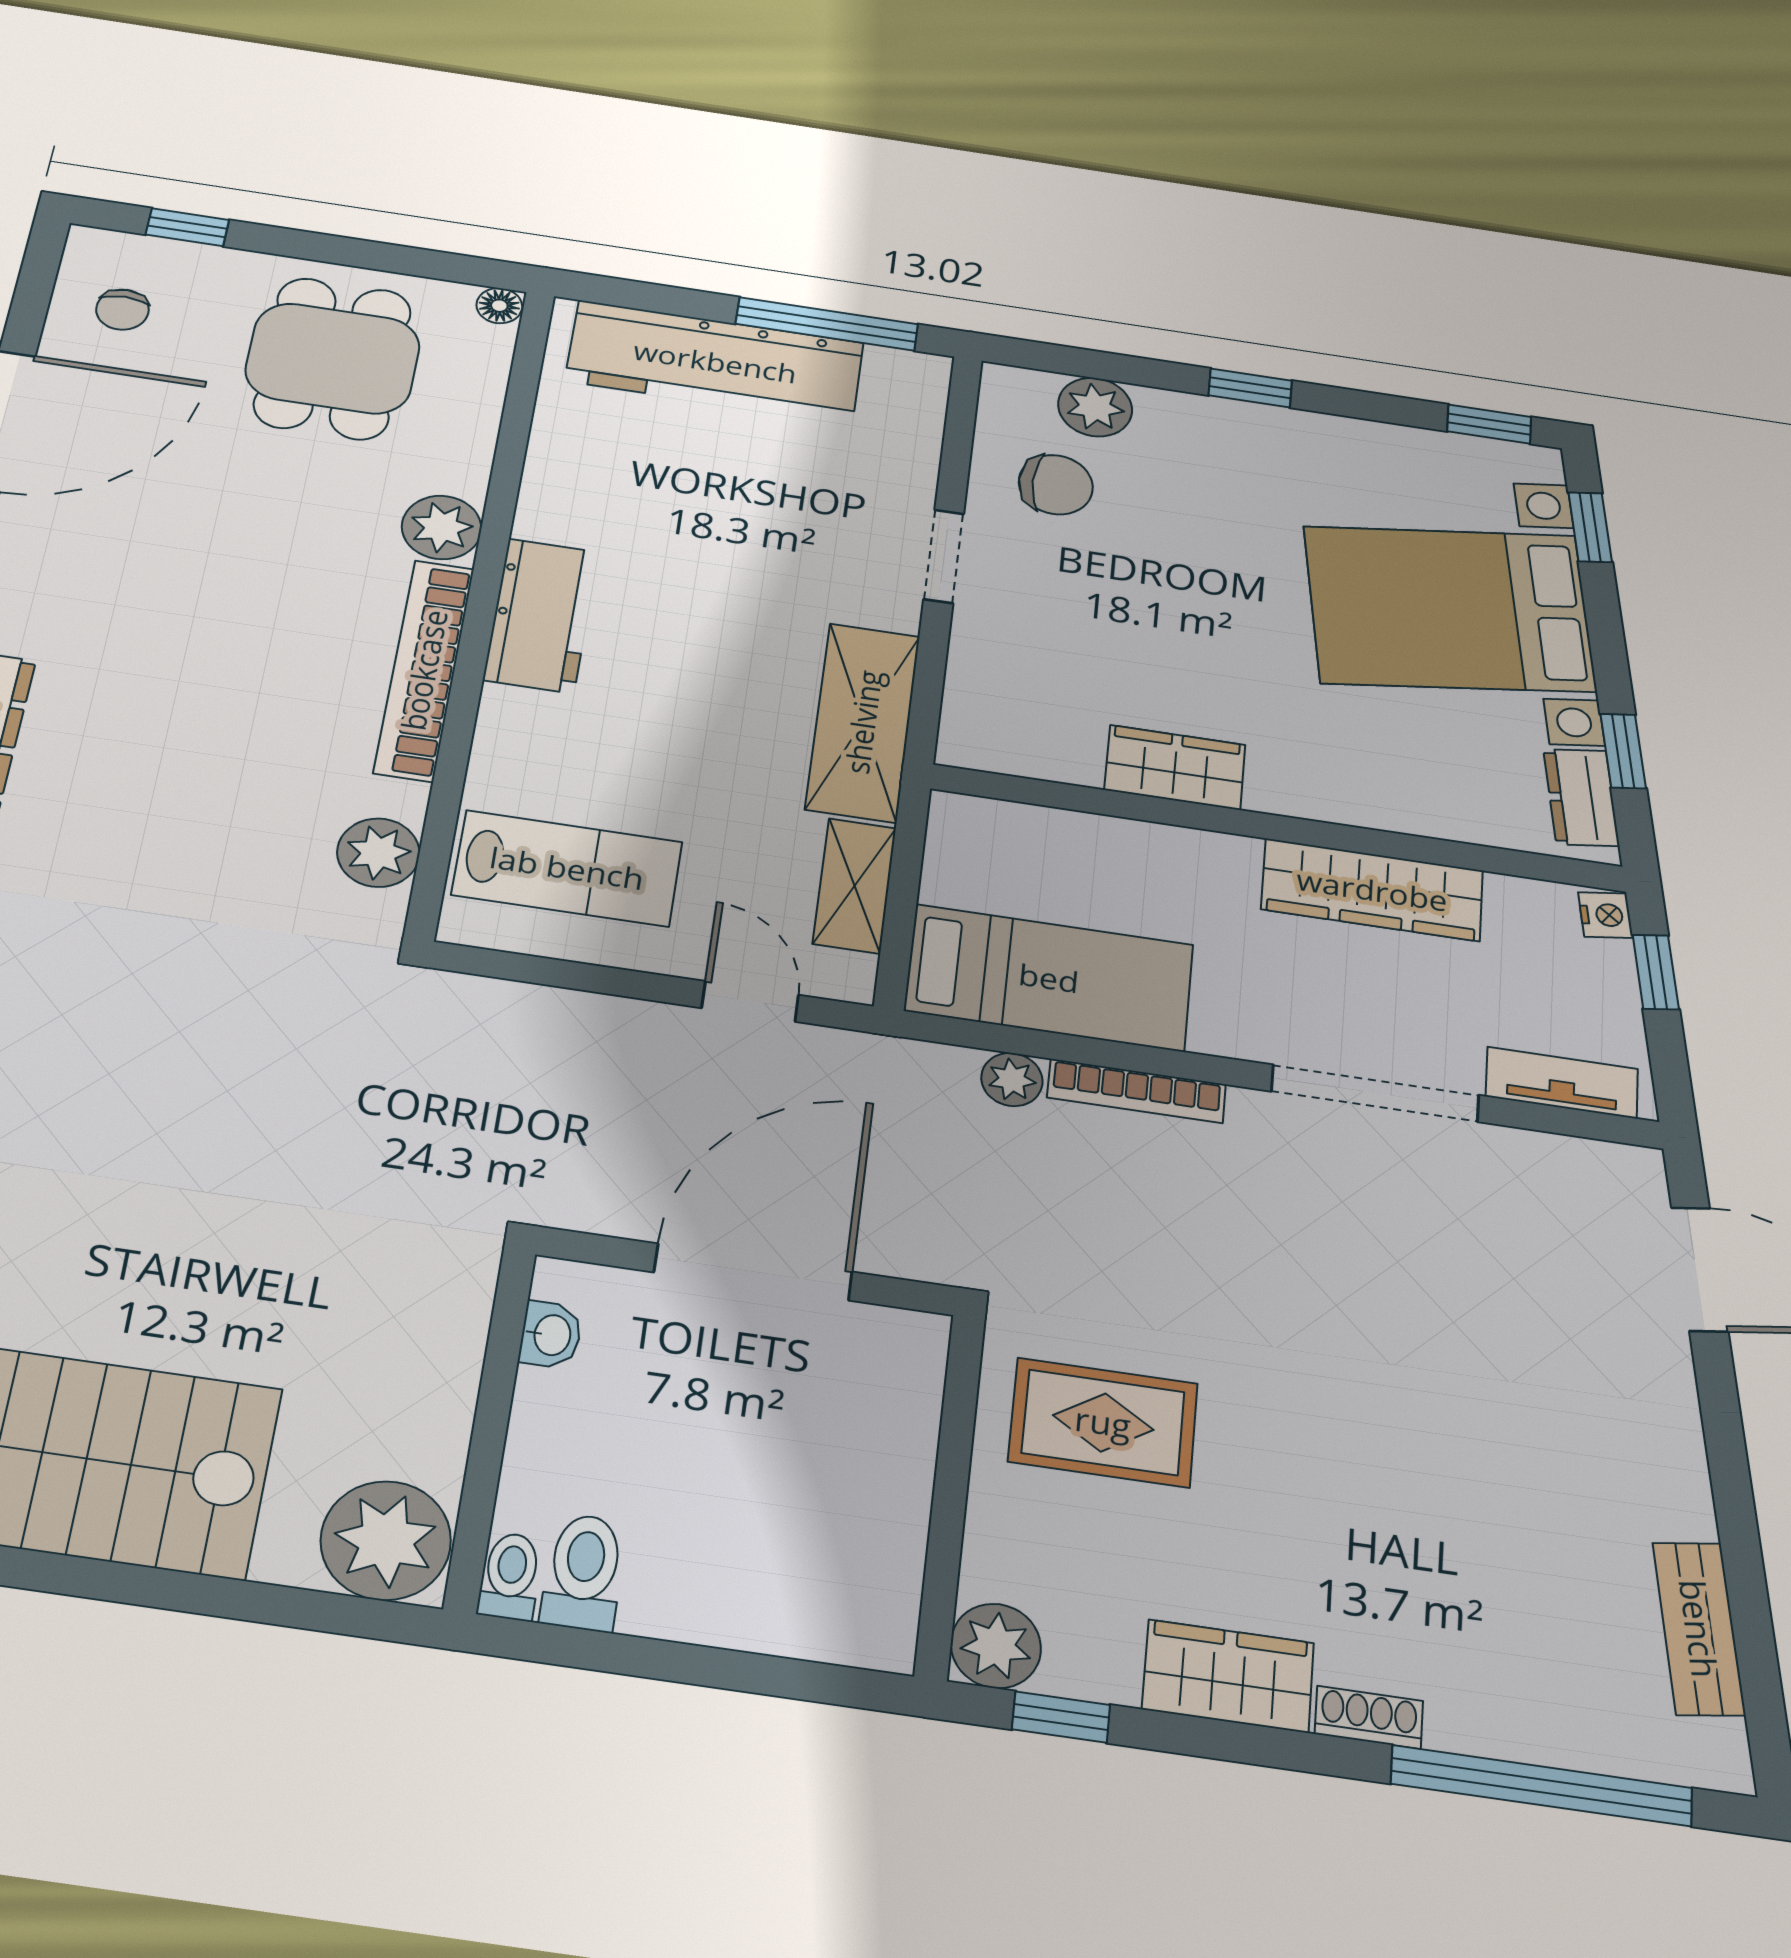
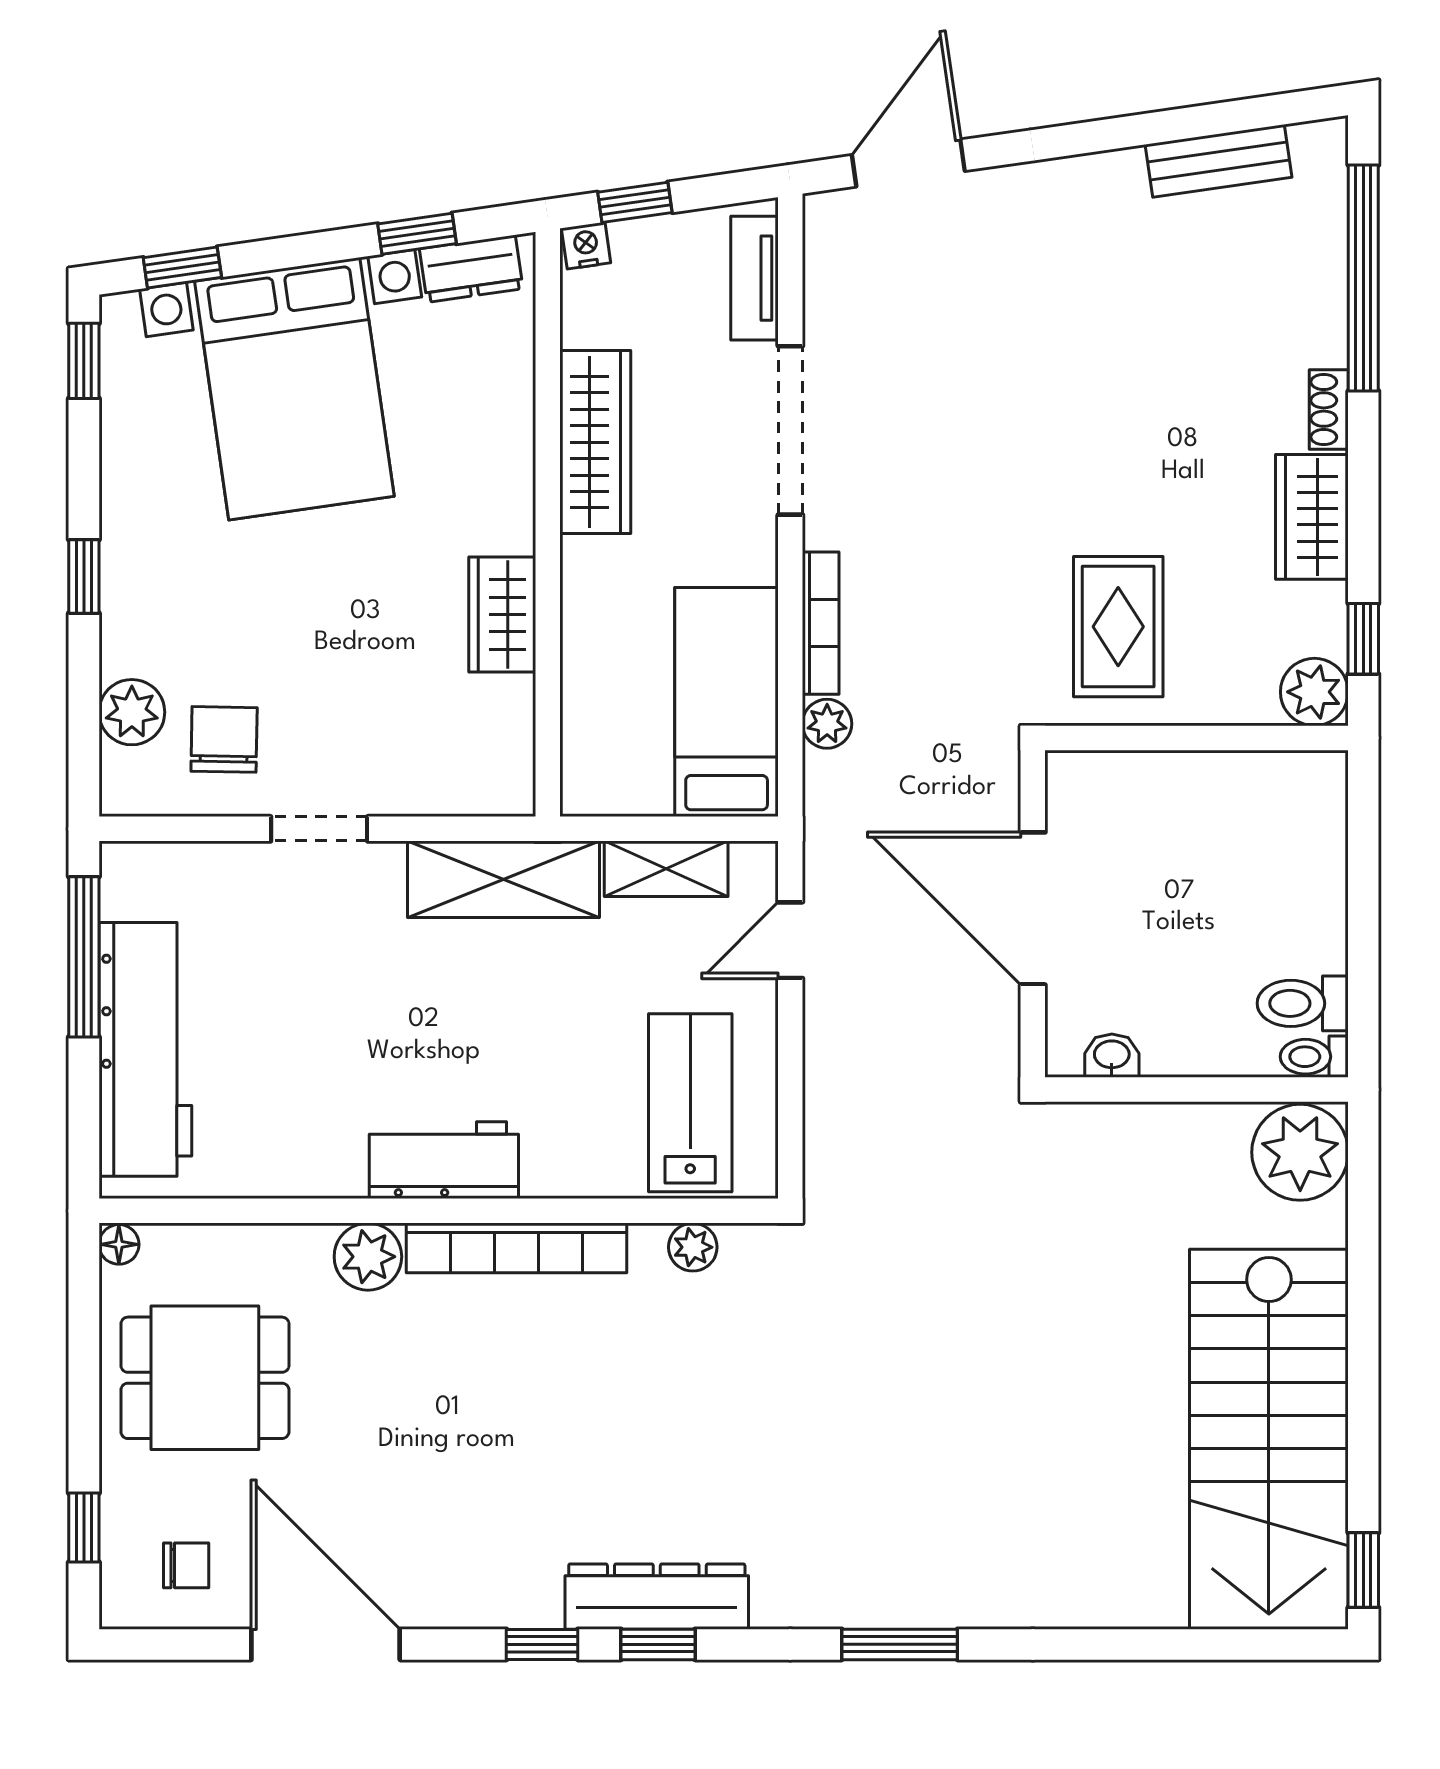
plant: (378, 853) -> (693, 1247), width x0.73, depth x0.73

